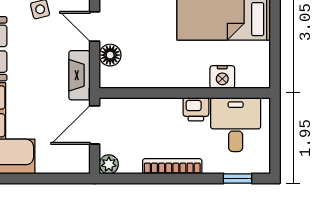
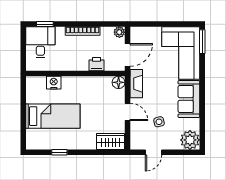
floor lamp: (110, 55) -> (119, 82), moved
printer: (196, 109) -> (96, 64), moved
desk: (236, 125) -> (40, 42), moved, turned 180

